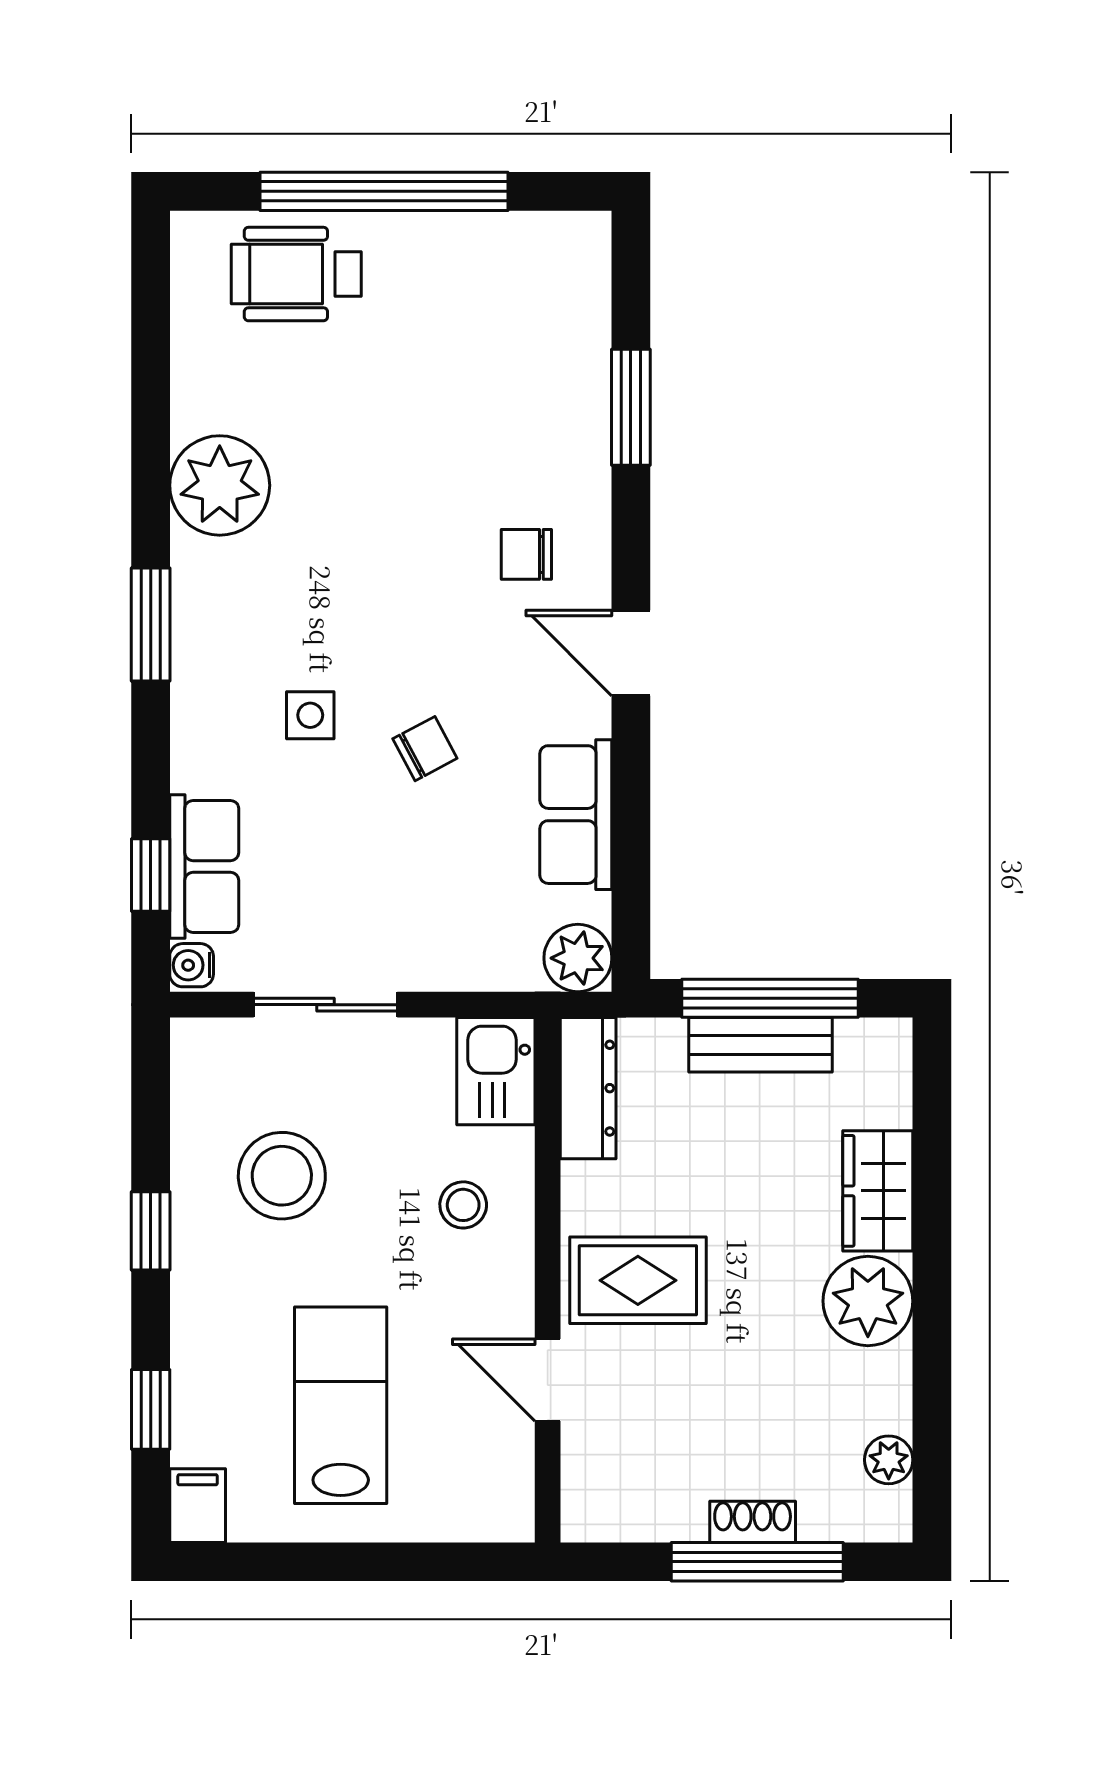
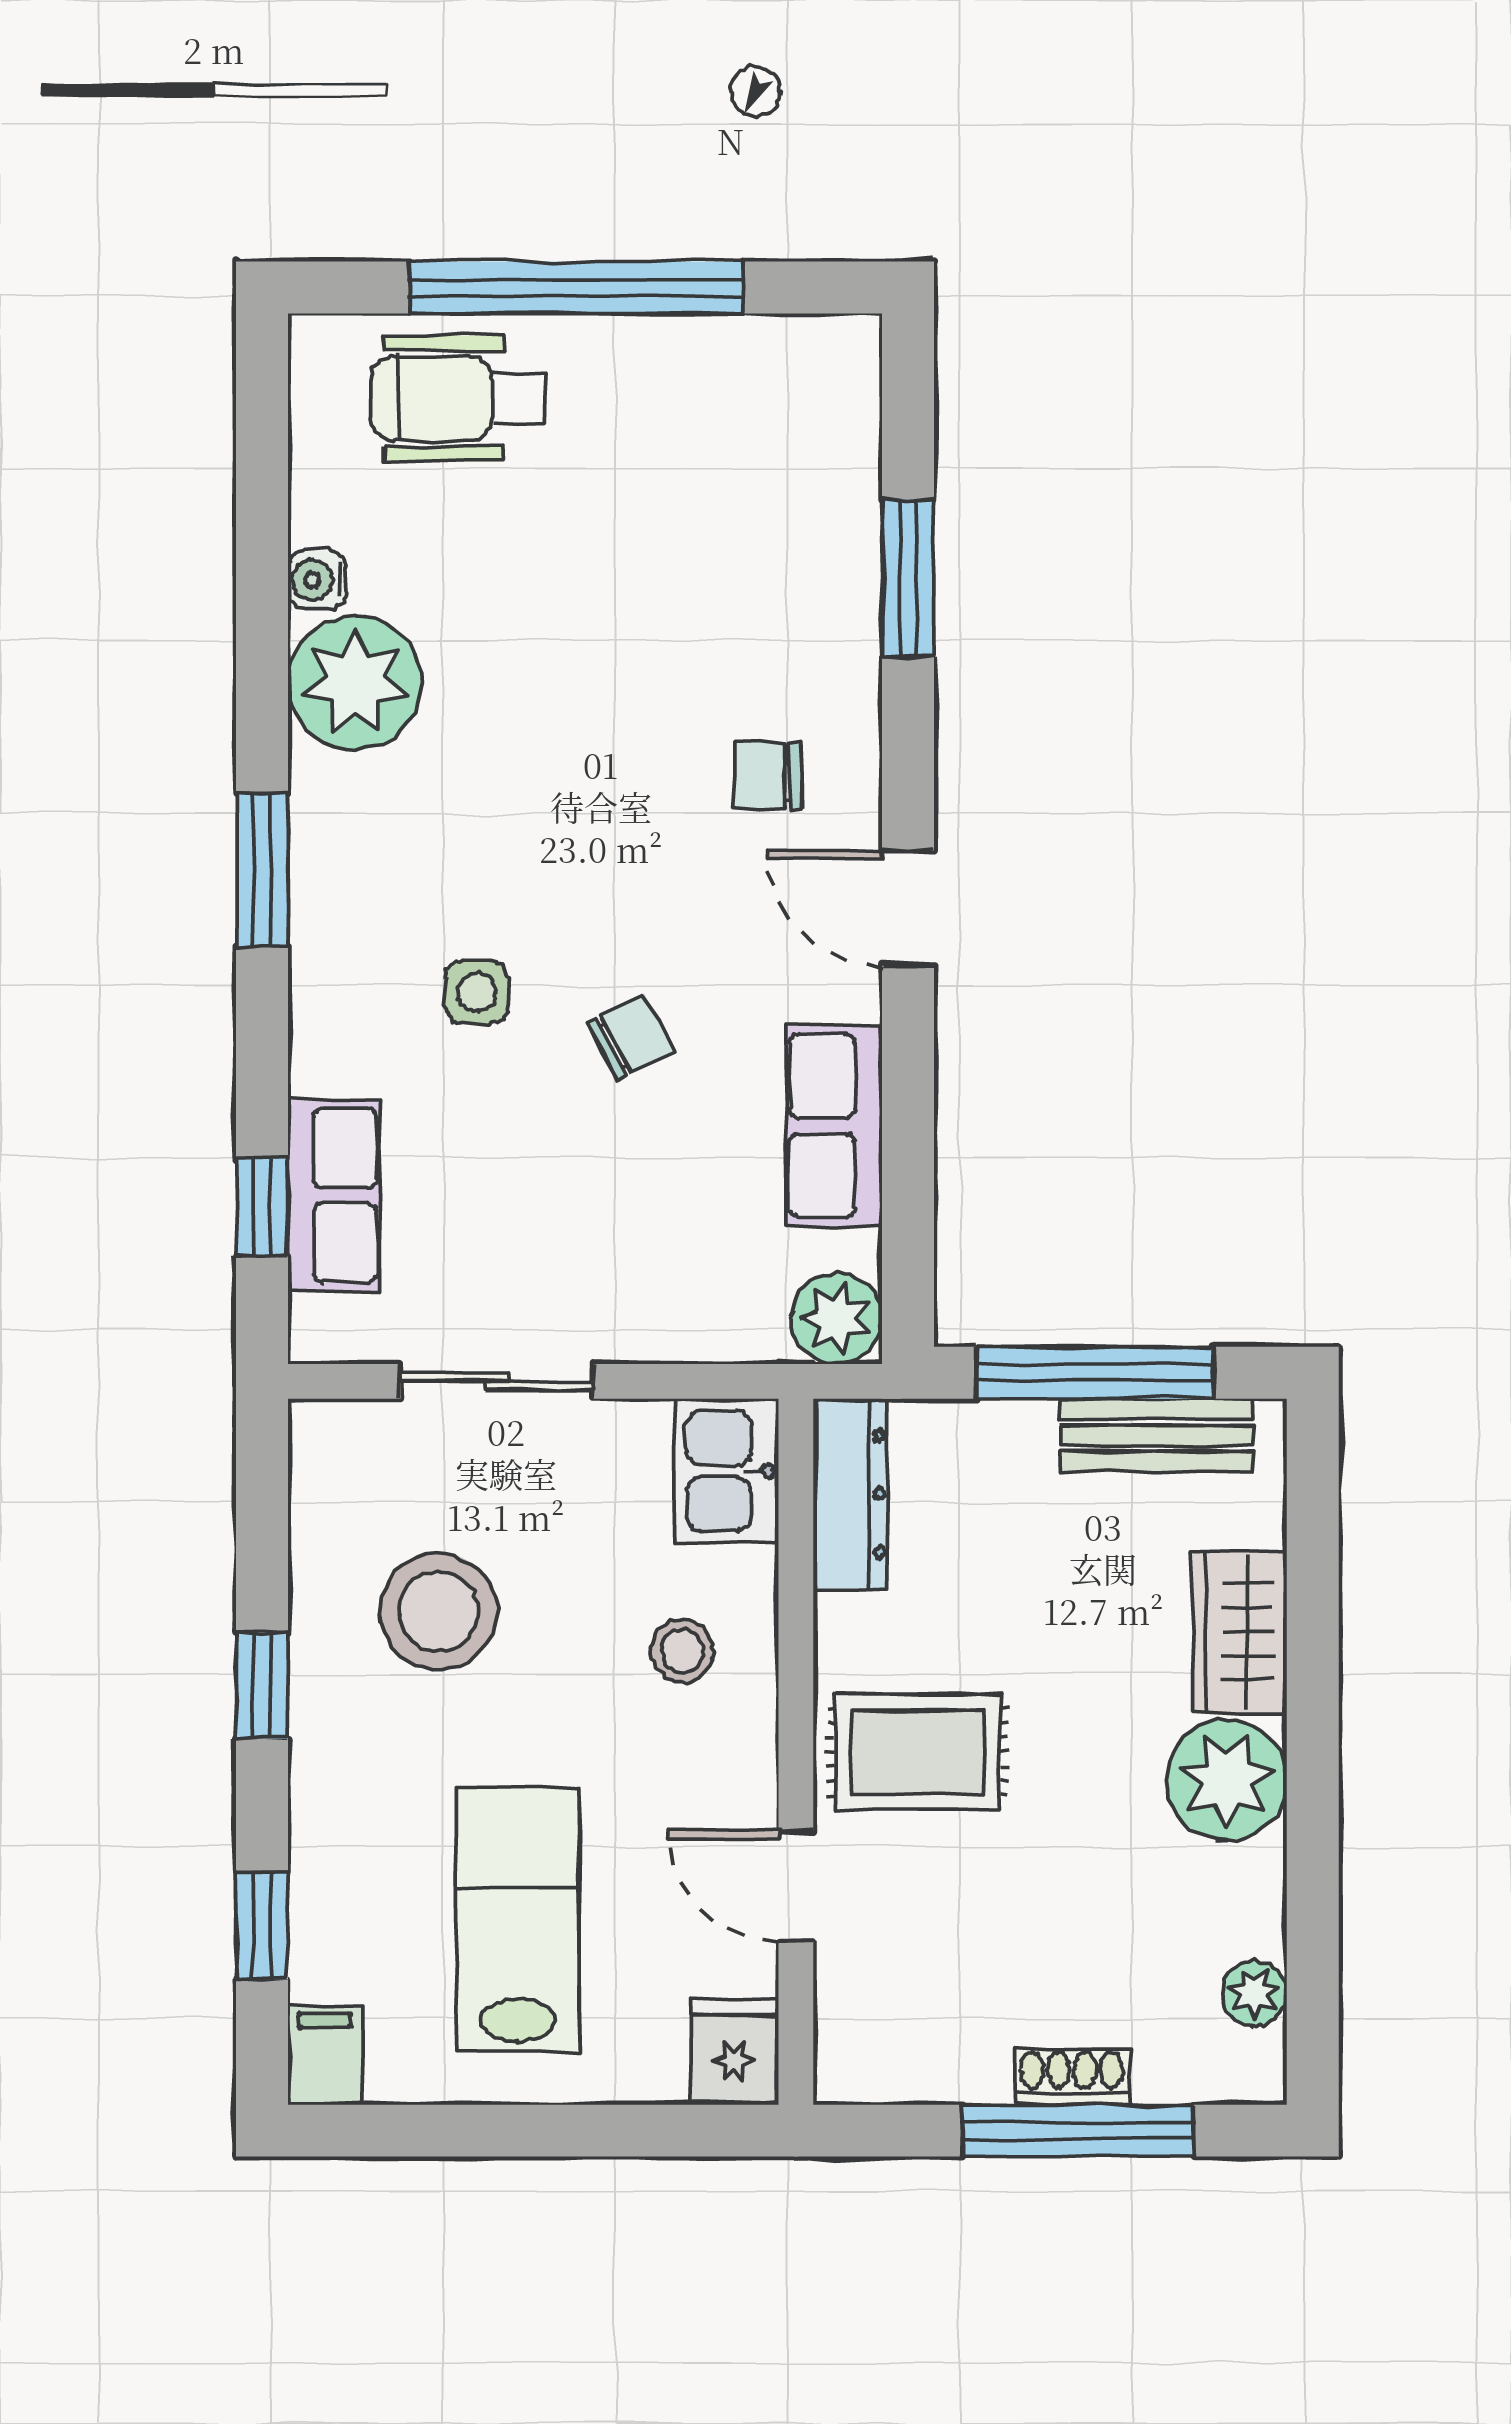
water cooler: (192, 965) -> (317, 580), moved
bench: (761, 1045) -> (1156, 1435), moved
fridge: (502, 1503) -> (734, 2052), added

